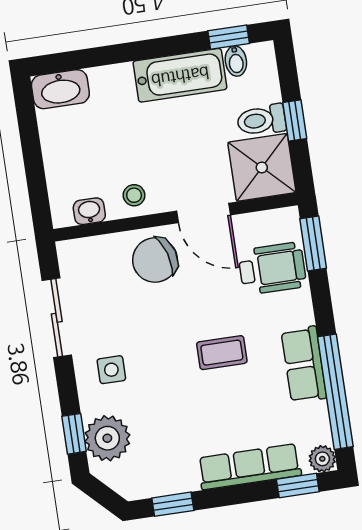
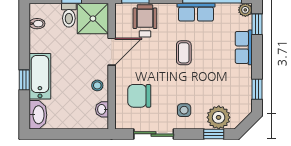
window: (229, 37) -> (24, 80), moved
bathtub: (180, 75) -> (40, 76), moved
chair: (155, 260) -> (139, 96), moved, turned 107
row of seats: (249, 467) -> (244, 47), width x0.68

